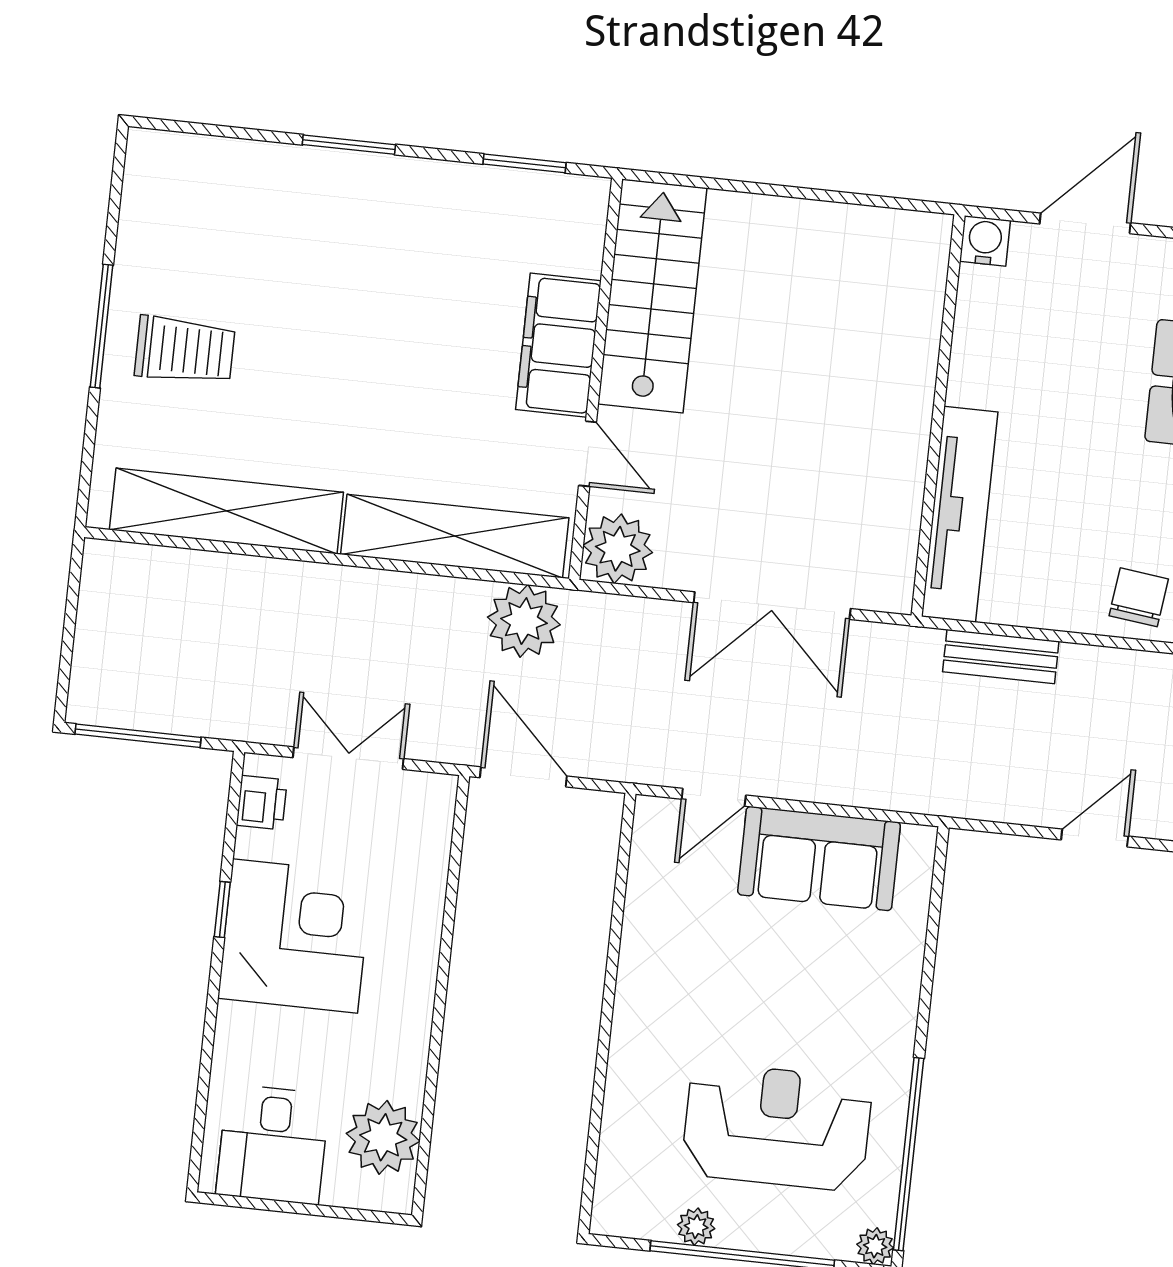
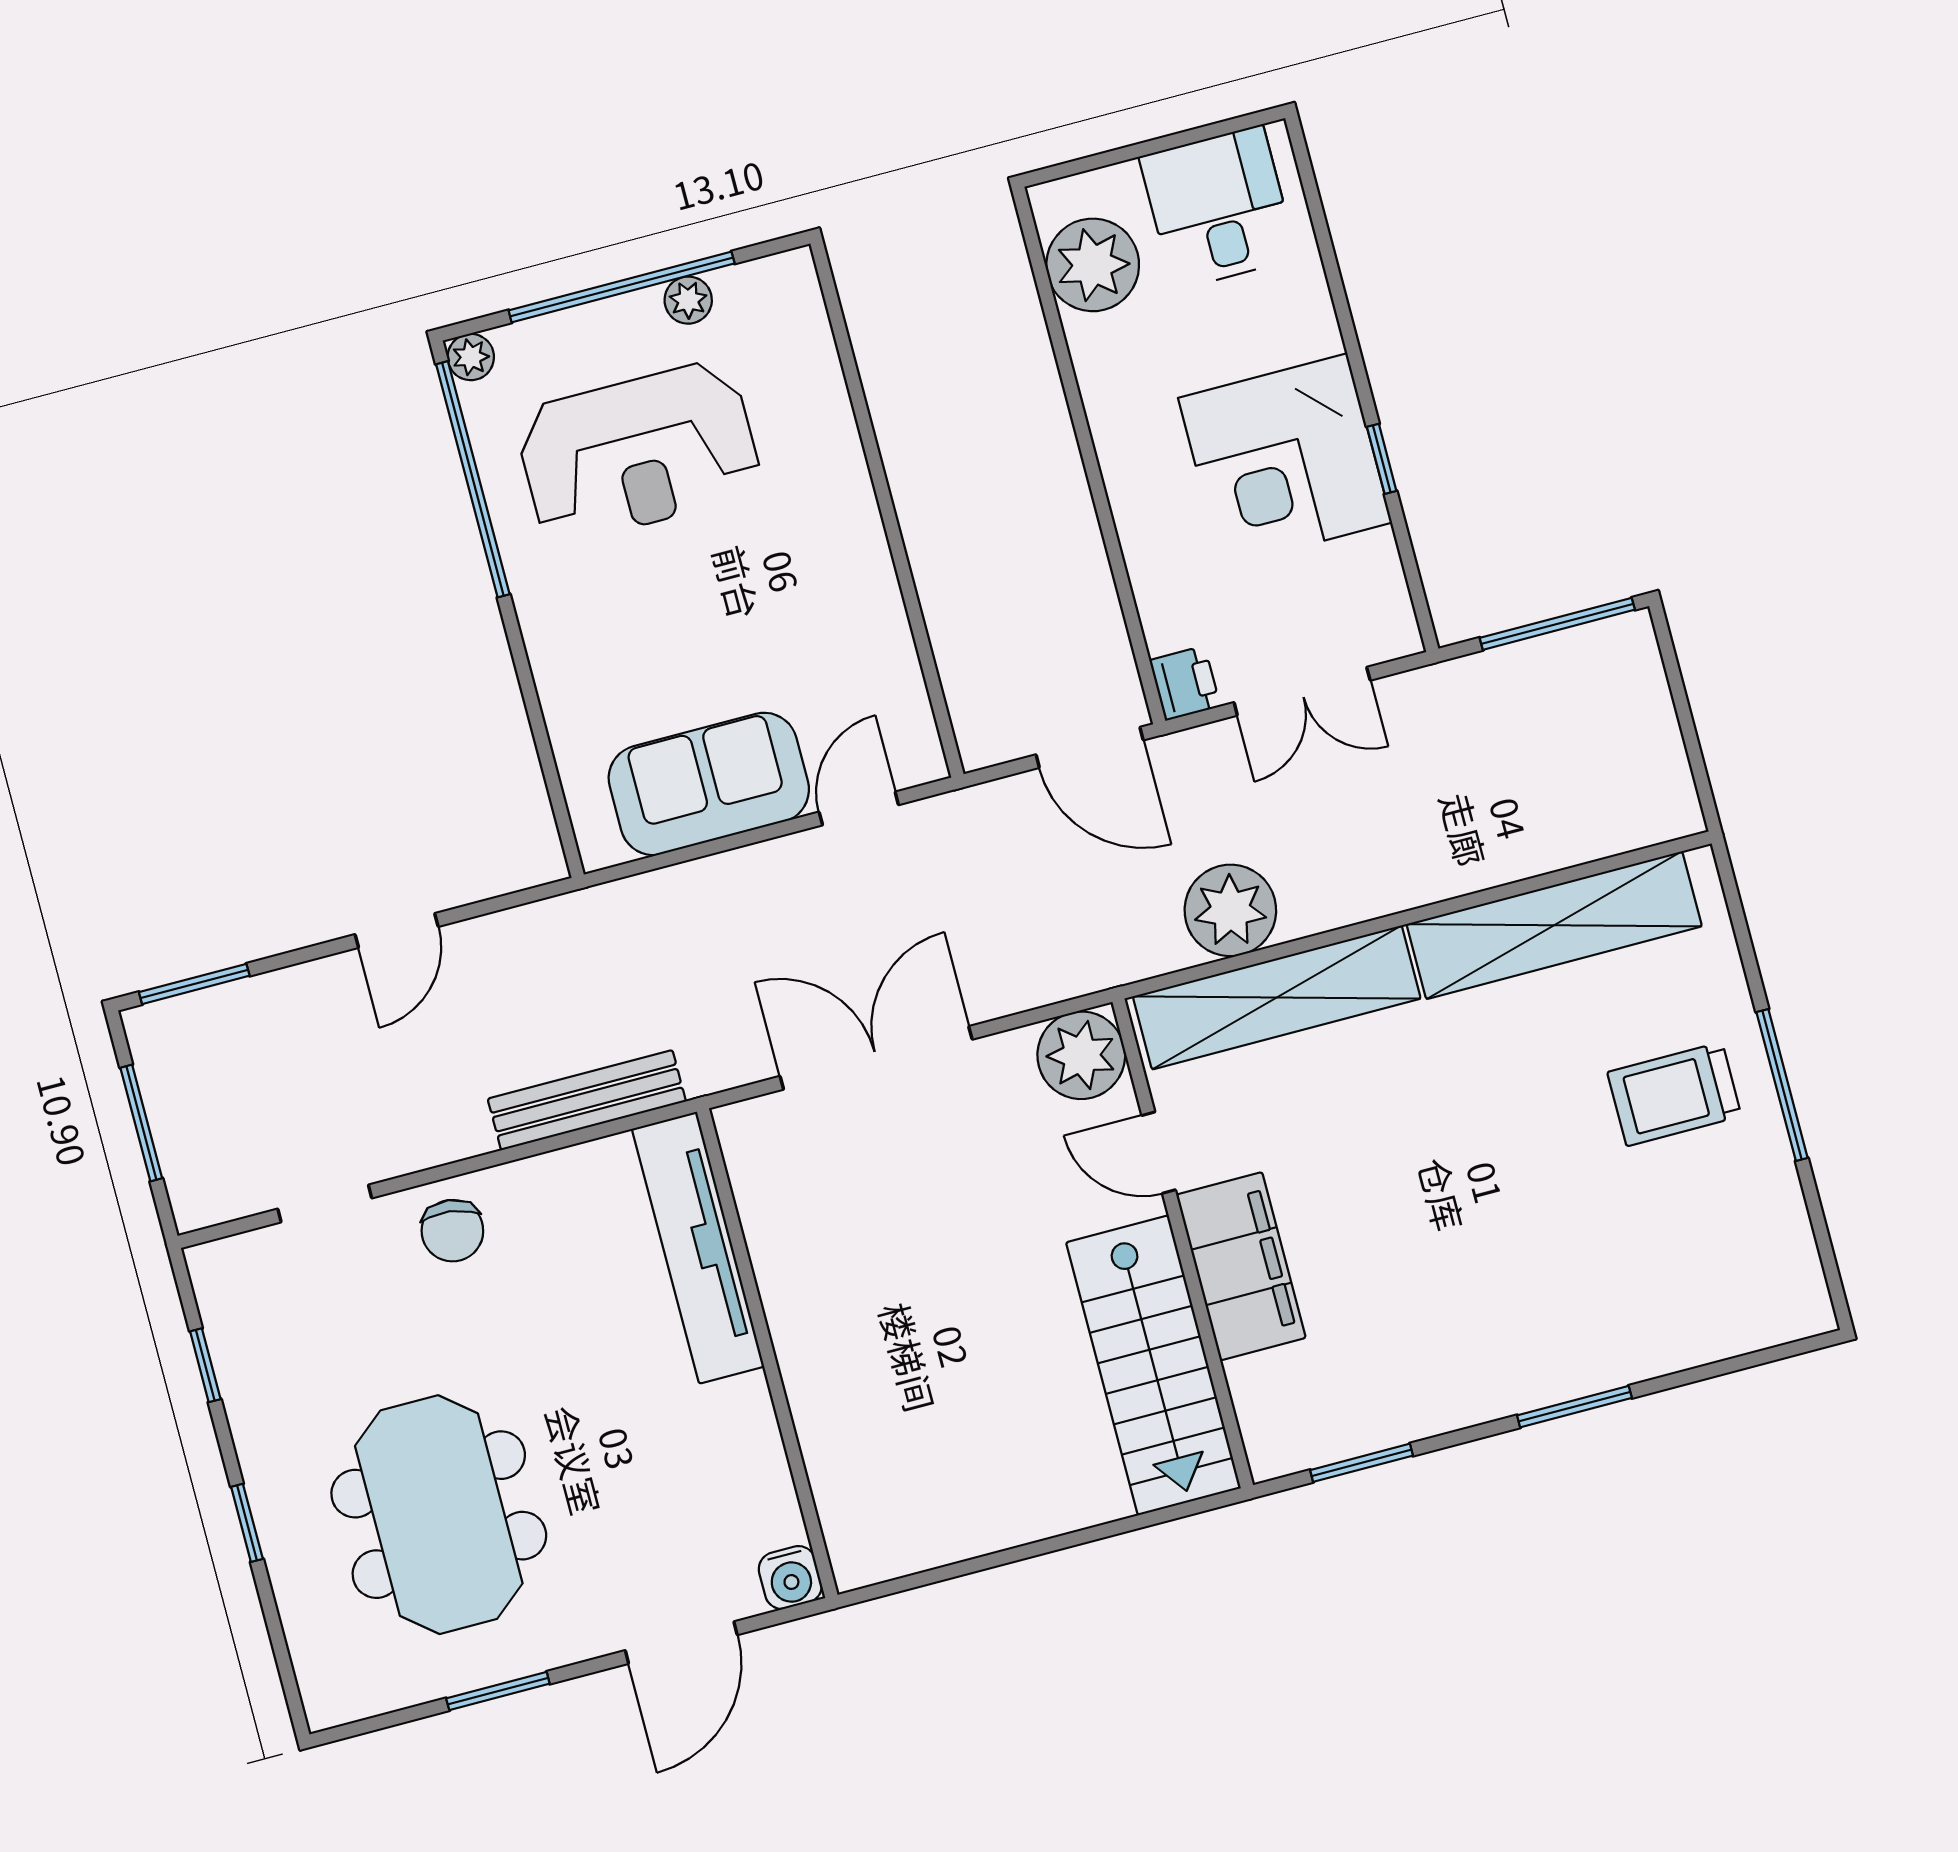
plant: (524, 621) -> (1230, 910), moved
bench: (1001, 657) -> (587, 1100), width x1.36
printer: (262, 803) -> (1185, 683), moved, turned 180

